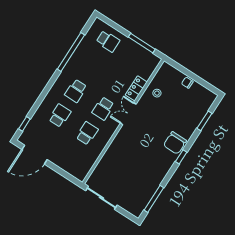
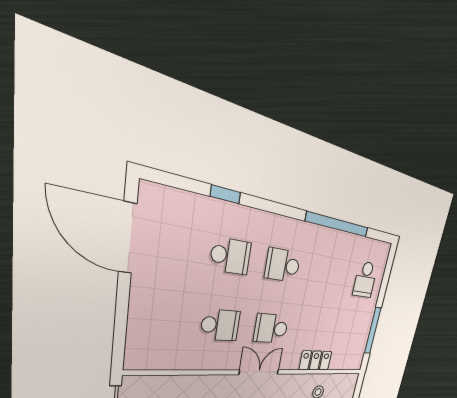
double door: (128, 114) -> (259, 372), moved
window: (24, 124) -> (225, 194), moved

